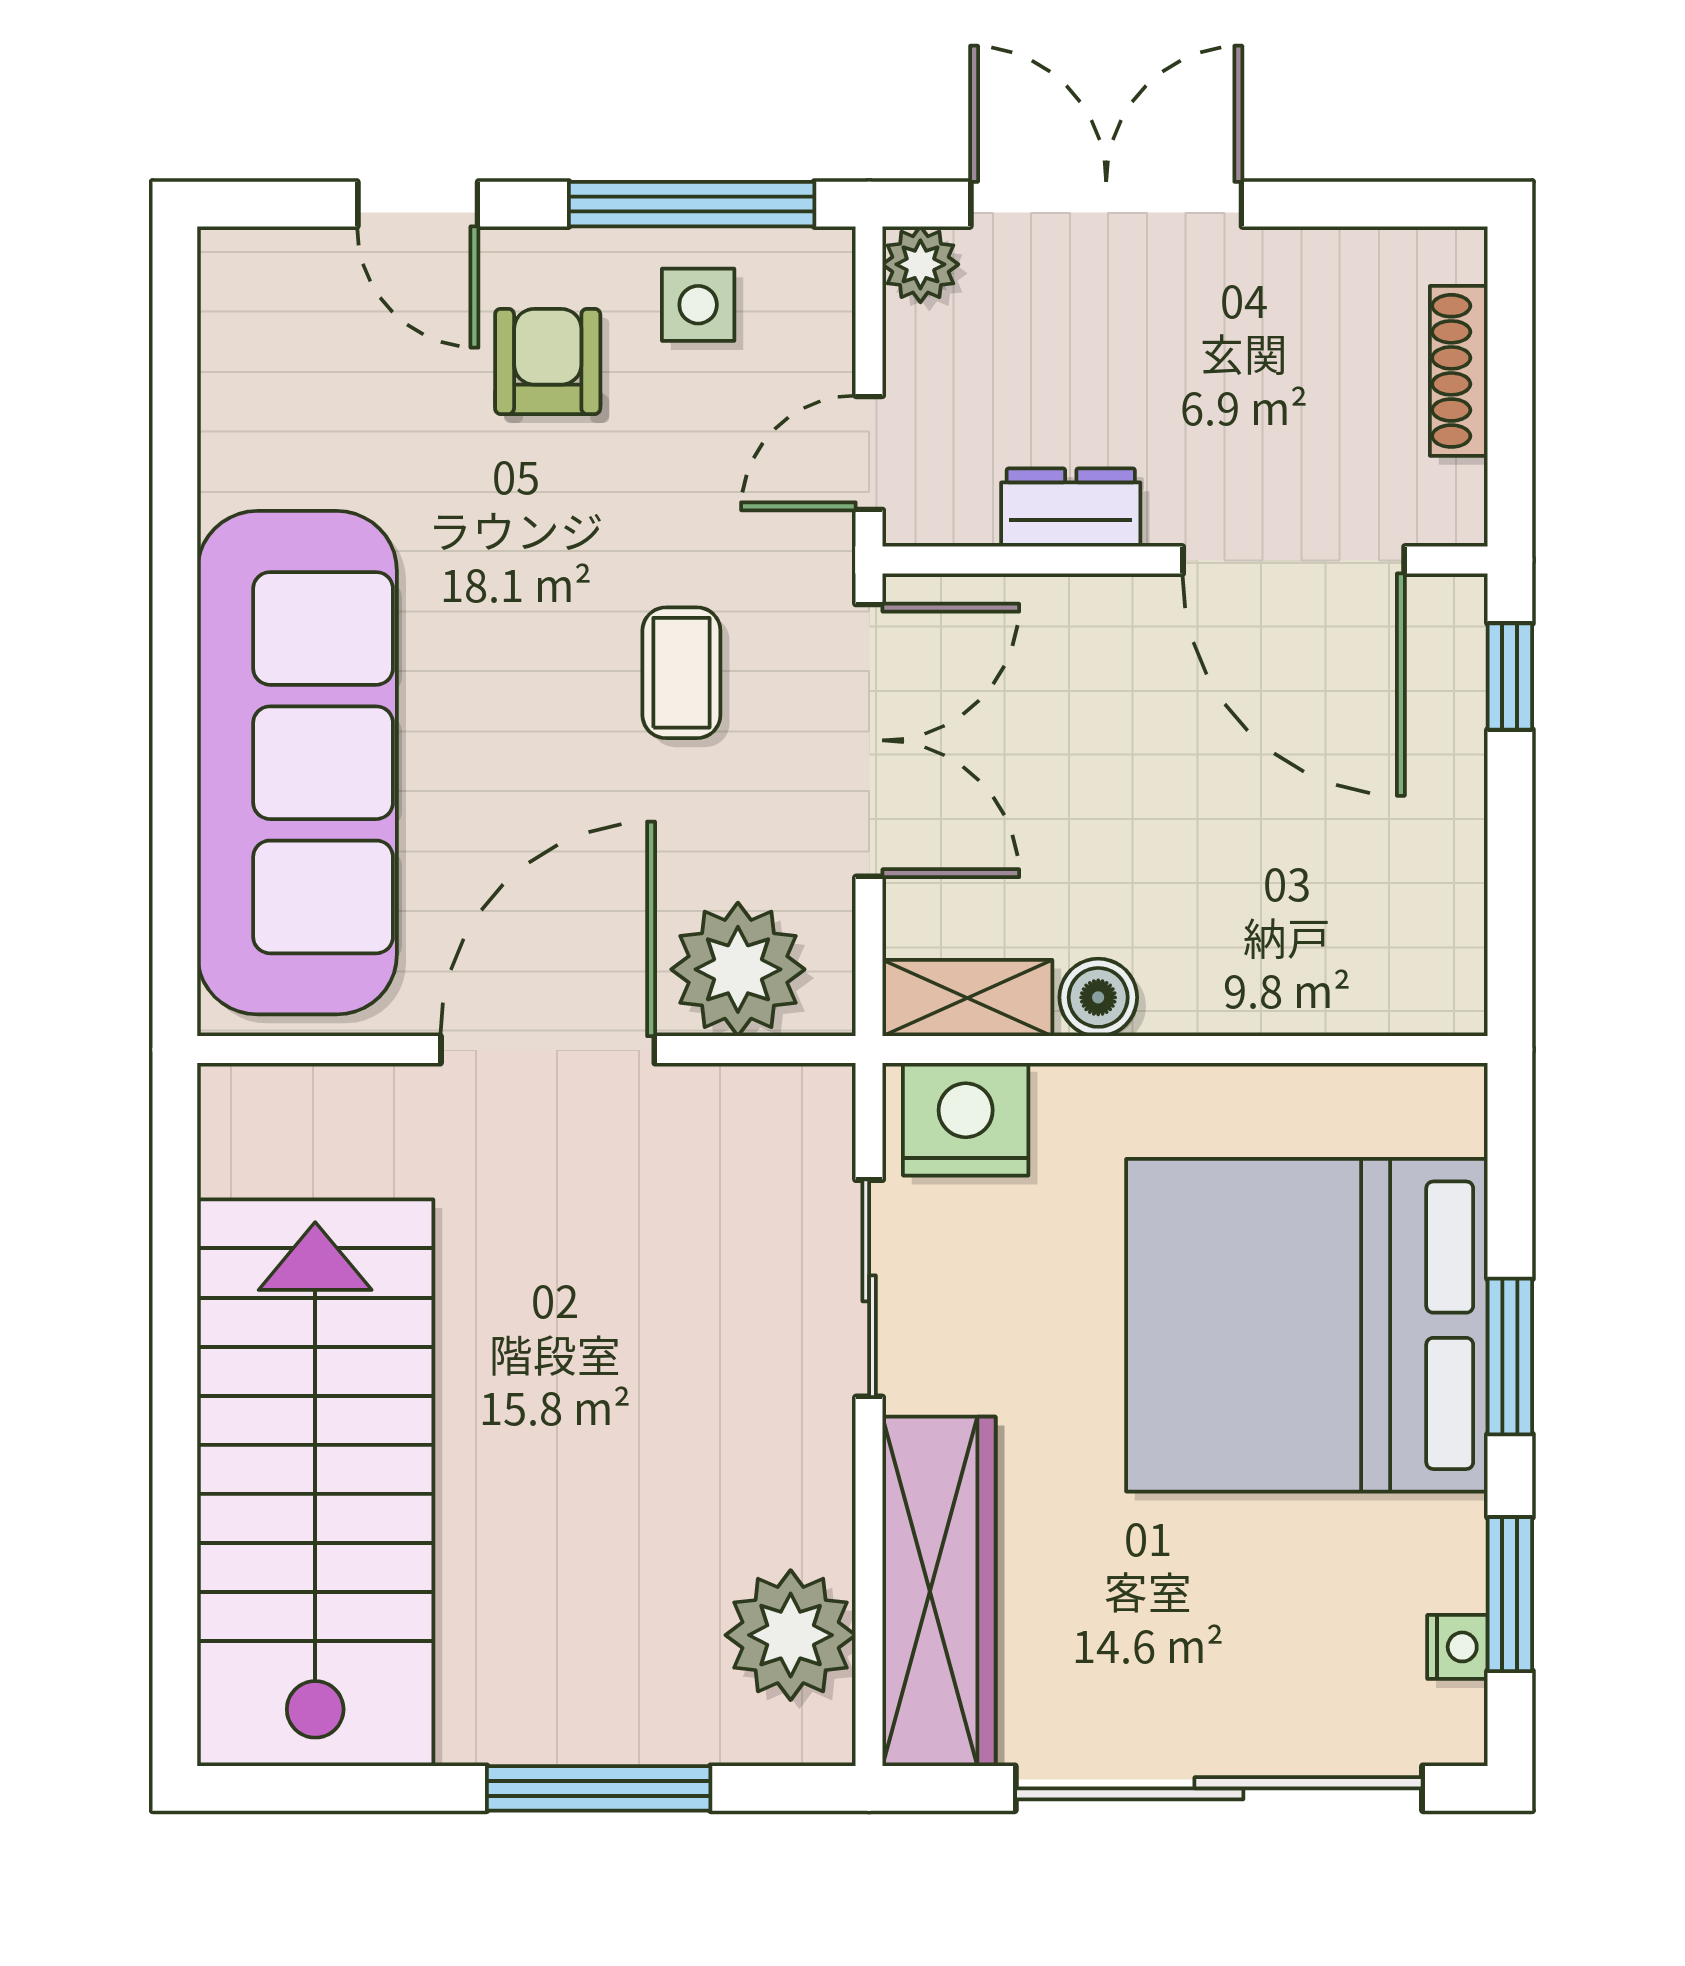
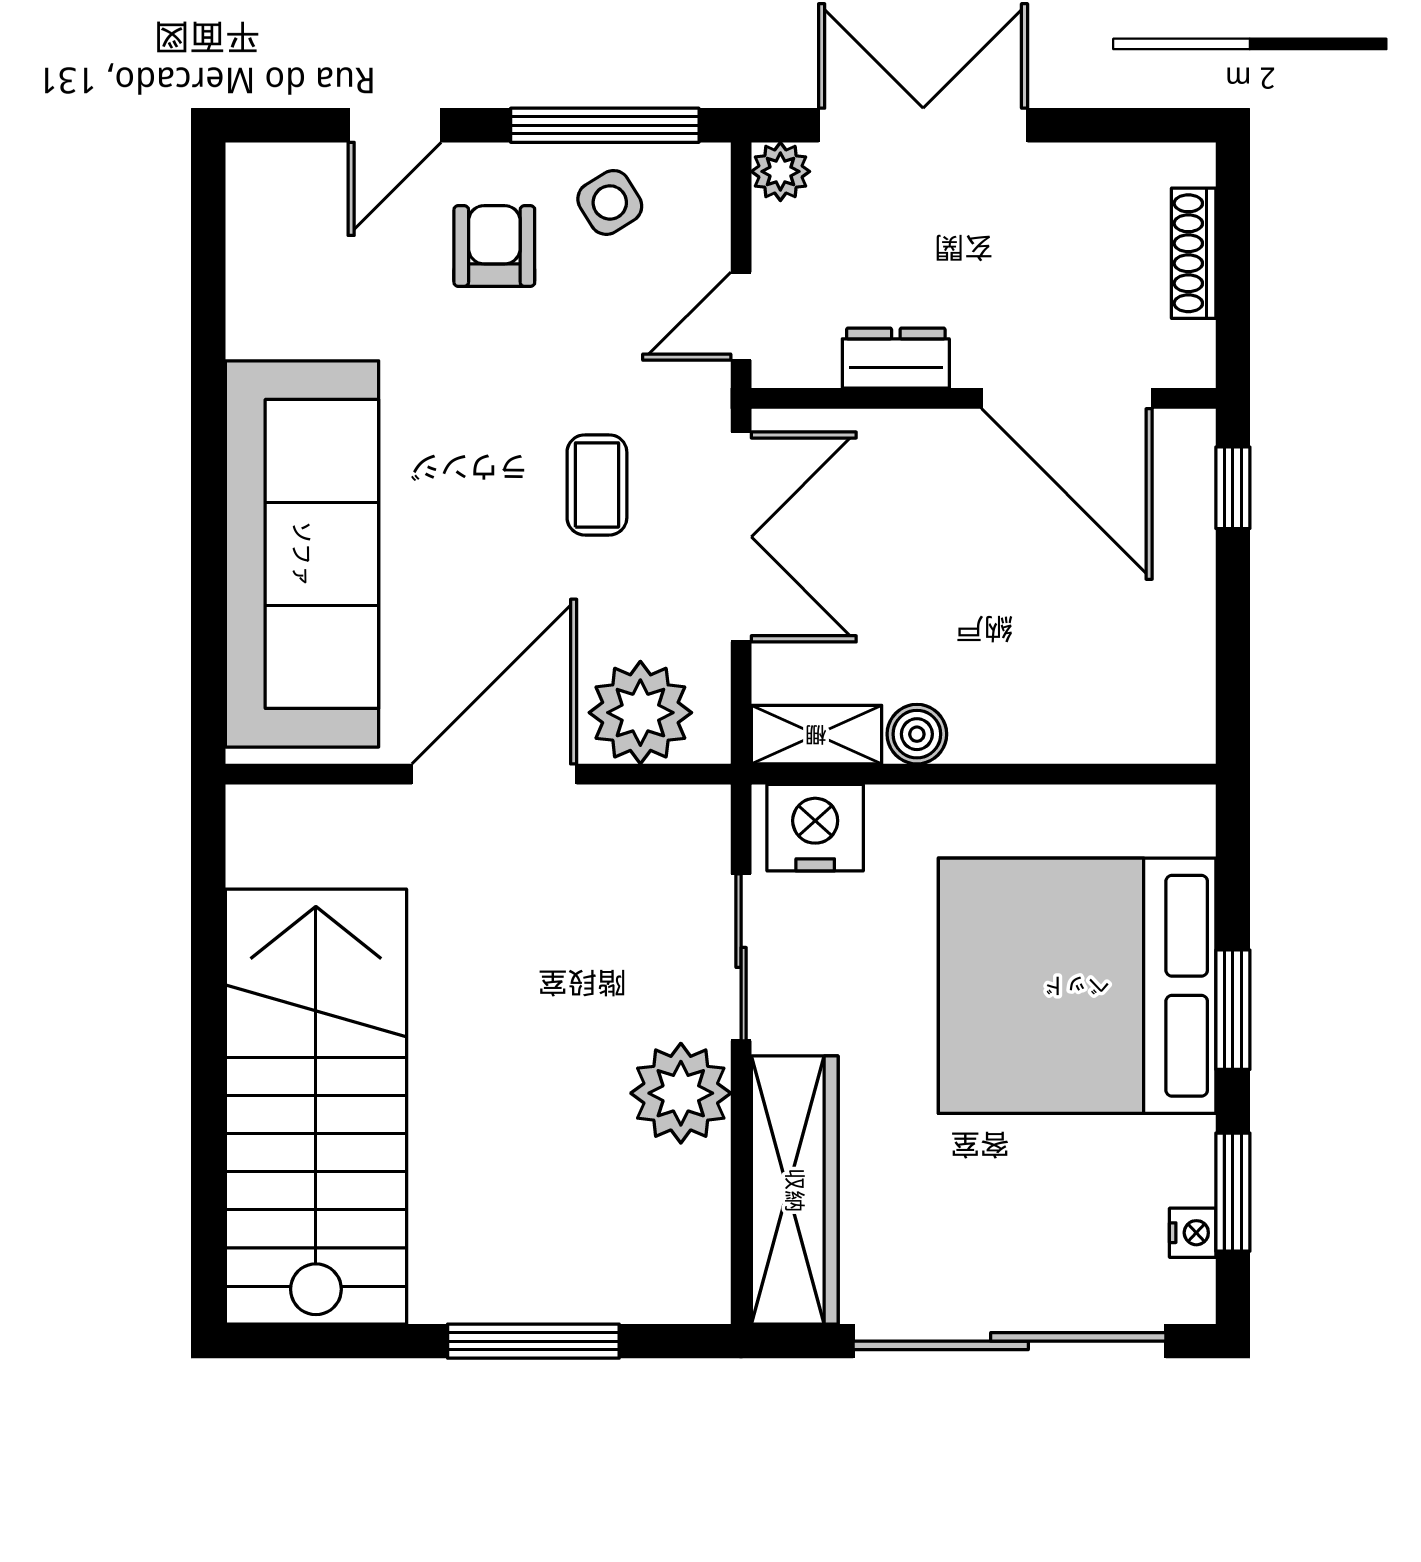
door: (418, 204) -> (395, 125), hinge flipped
side table: (698, 305) -> (610, 202), turned -32
plant: (791, 1635) -> (681, 1093), moved

